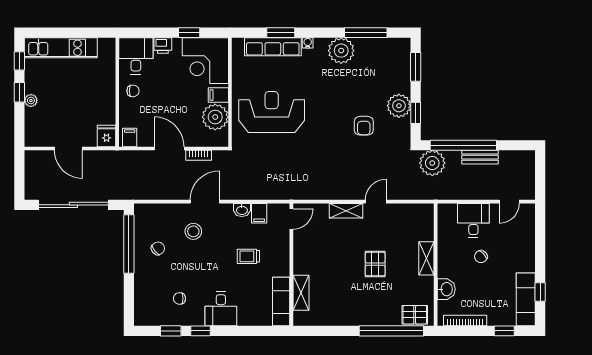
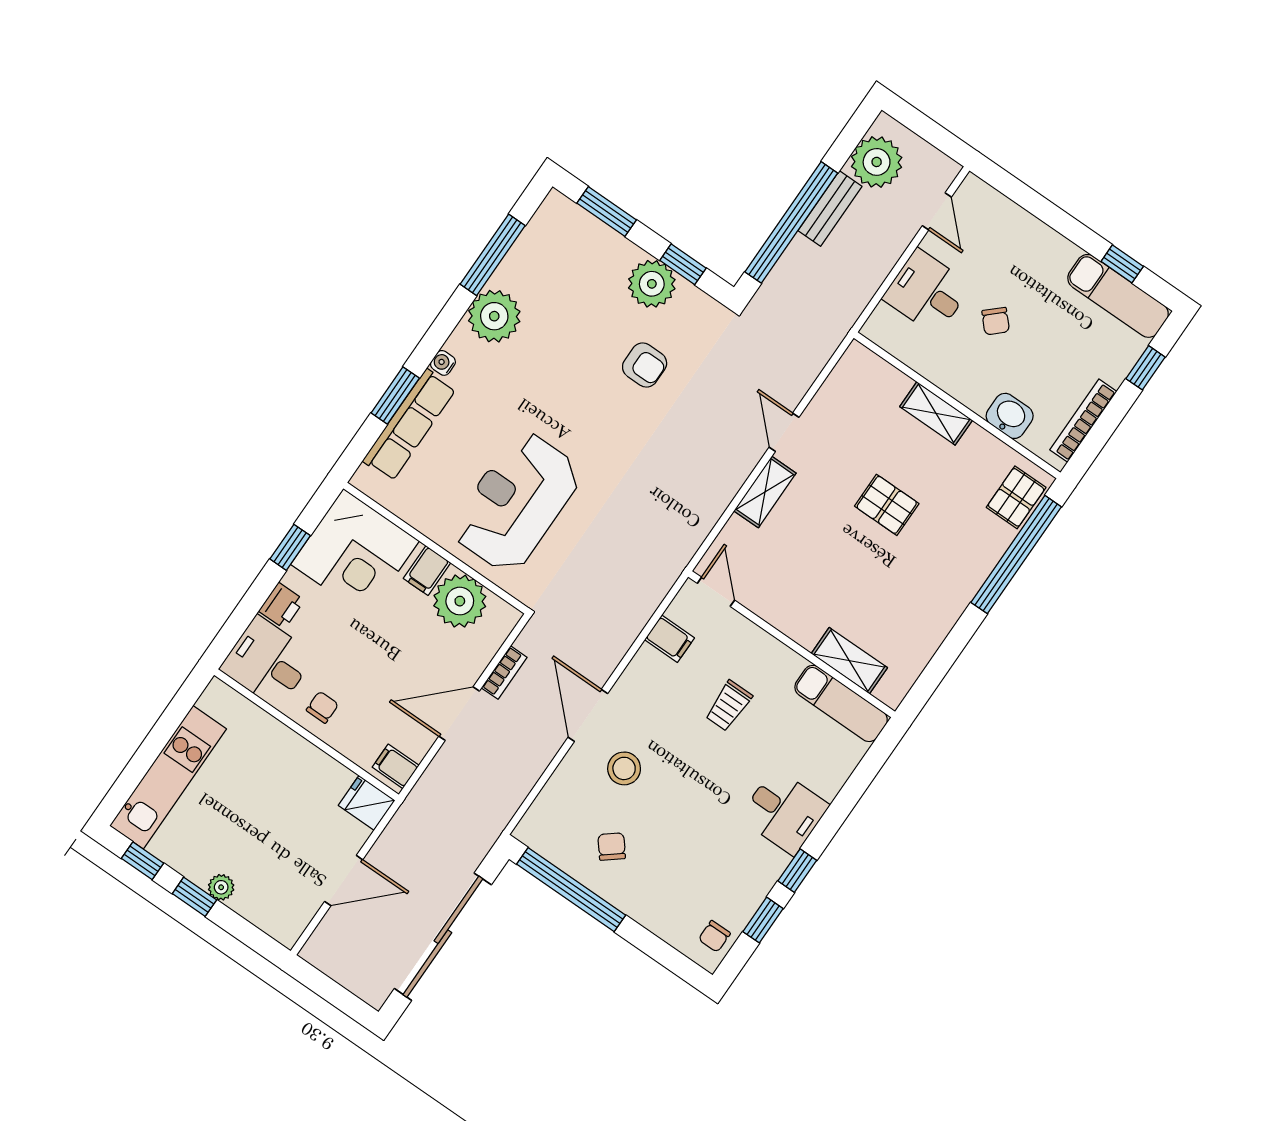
plant: (432, 163) -> (877, 162), moved
washbasin: (242, 210) -> (644, 663), removed
chair: (179, 298) -> (714, 936), moved

